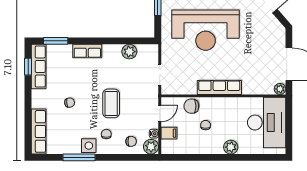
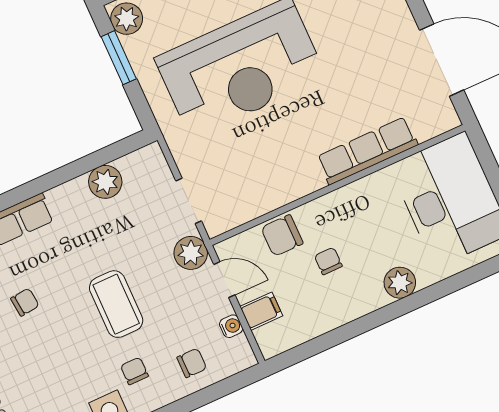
row of seats: (219, 87) -> (367, 151), moved
plant: (280, 89) -> (446, 119), removed
chair: (70, 103) -> (25, 302), moved
door: (160, 113) -> (224, 280), hinge flipped
plant: (151, 147) -> (191, 253), moved

